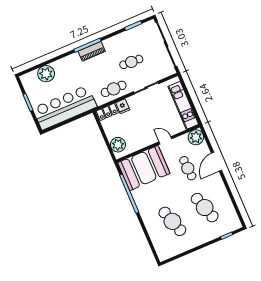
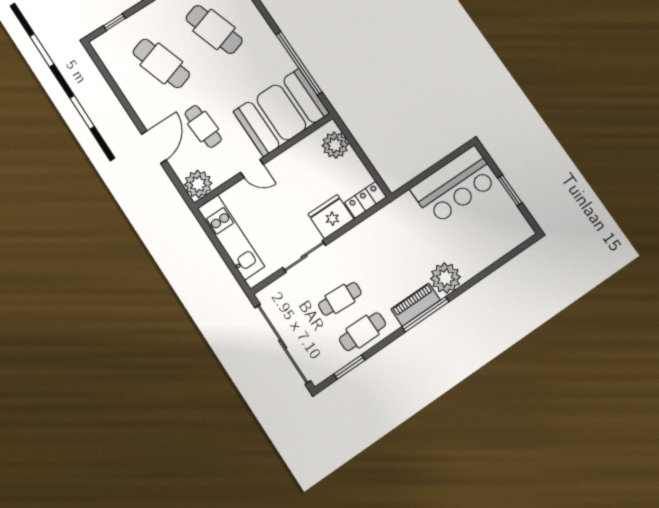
plant: (46, 74) -> (445, 278), moved
cafe table: (114, 89) -> (363, 332), moved
fridge: (123, 106) -> (331, 217), width x1.88, depth x1.34
bar counter: (65, 108) -> (455, 185), width x0.73

